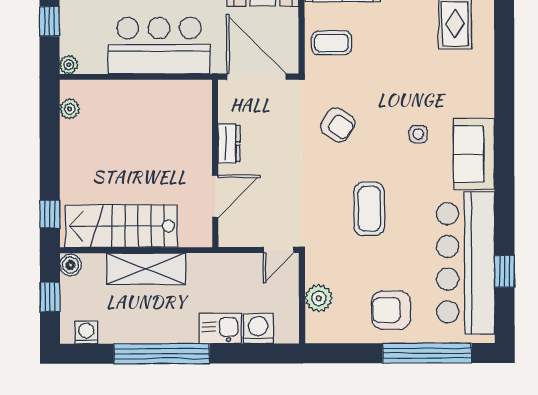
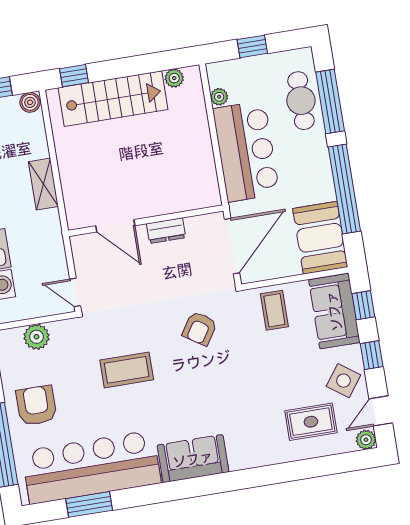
plant: (69, 65) -> (219, 97), moved
side table: (418, 134) -> (203, 404), removed
stairs: (121, 226) -> (113, 99), moved, turned 90
shelving: (146, 269) -> (43, 184), width x0.67, depth x0.75
window: (505, 271) -> (89, 504), width x1.50

